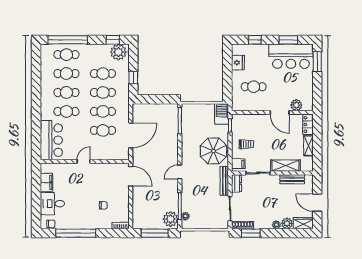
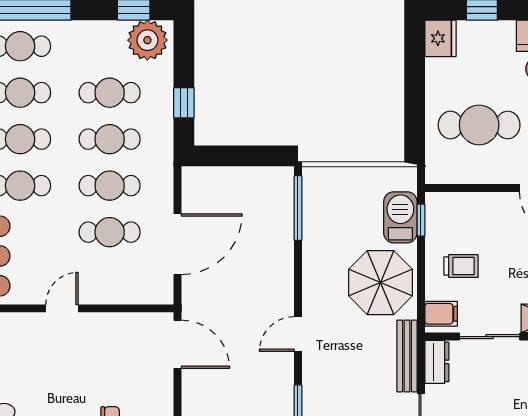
fridge: (238, 63) -> (440, 38), moved
cafe table: (254, 87) -> (479, 125), width x1.37, depth x1.35
barbecue: (222, 114) -> (400, 217), moved

